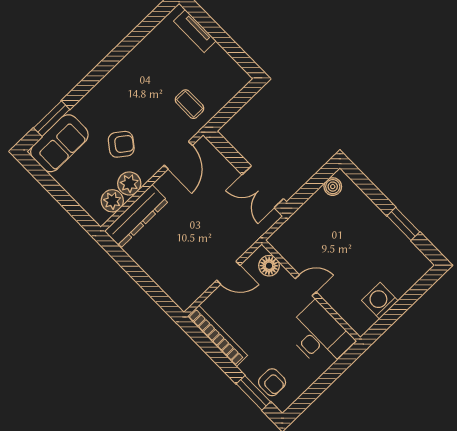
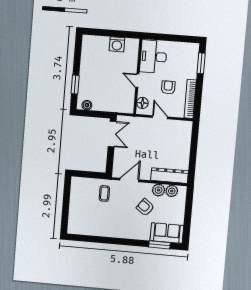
tv unit: (195, 31) -> (73, 217), removed
window: (403, 224) -> (75, 85), moved
armchair: (272, 382) -> (168, 87), moved

